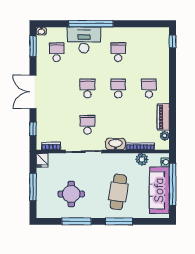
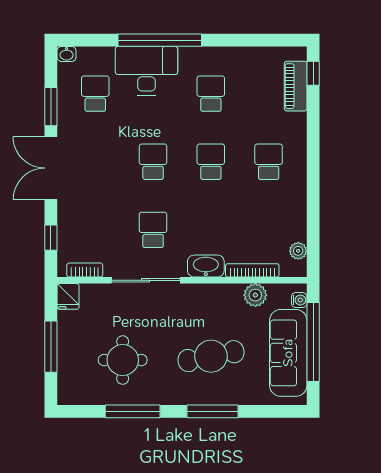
window: (33, 46) -> (51, 107), moved
piano: (163, 117) -> (296, 86), moved
cafe table: (118, 192) -> (211, 356), turned 71

